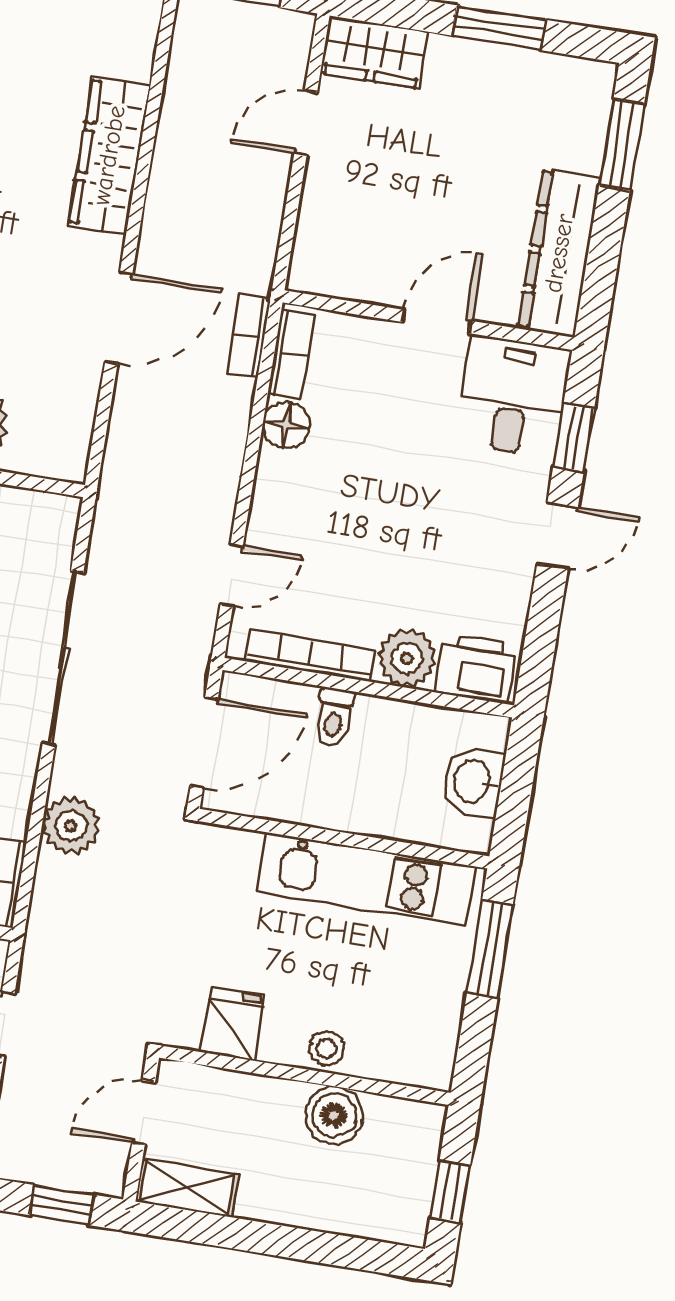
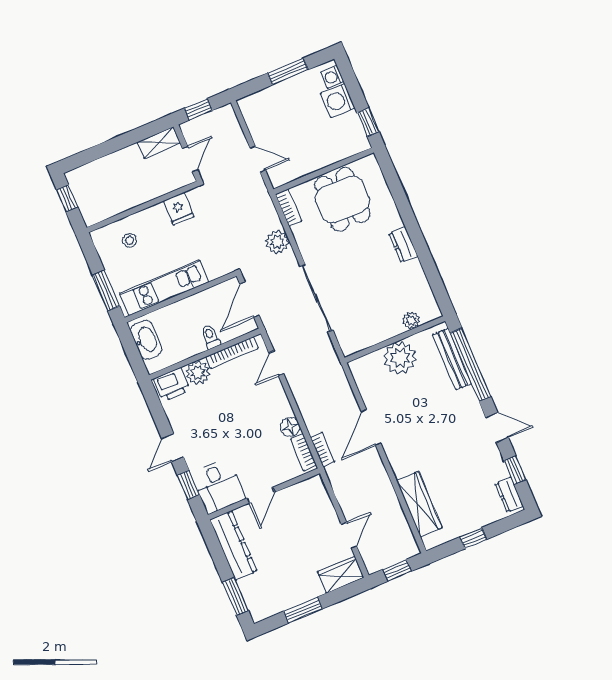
wardrobe: (109, 155) -> (419, 504), moved
washbasin: (473, 782) -> (146, 340), width x1.38
stool: (327, 1048) -> (129, 240), moved
boiler: (334, 1115) -> (124, 199), removed

